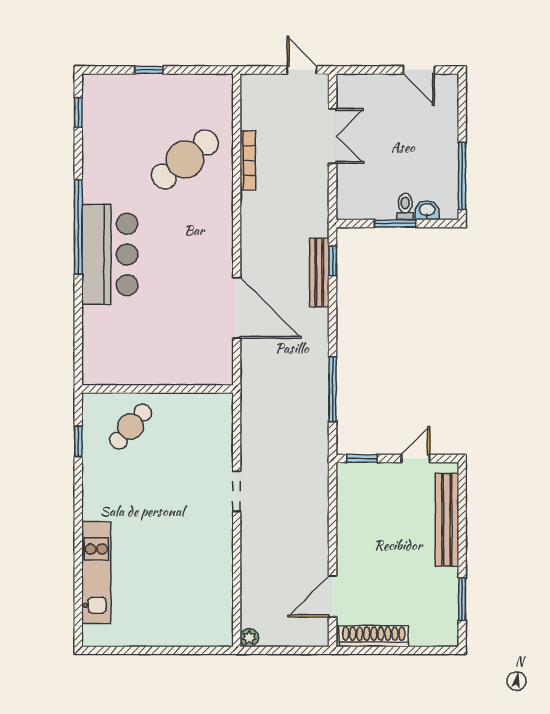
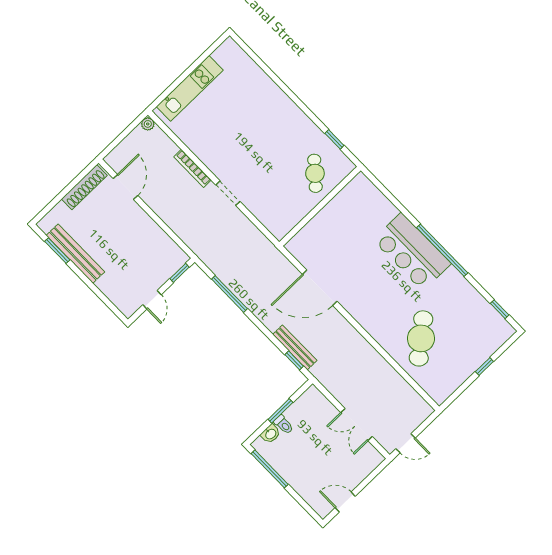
bookcase: (248, 160) -> (192, 168), moved
bench: (447, 520) -> (75, 254), moved
kitchen unit: (96, 573) -> (190, 88), moved, turned -90

